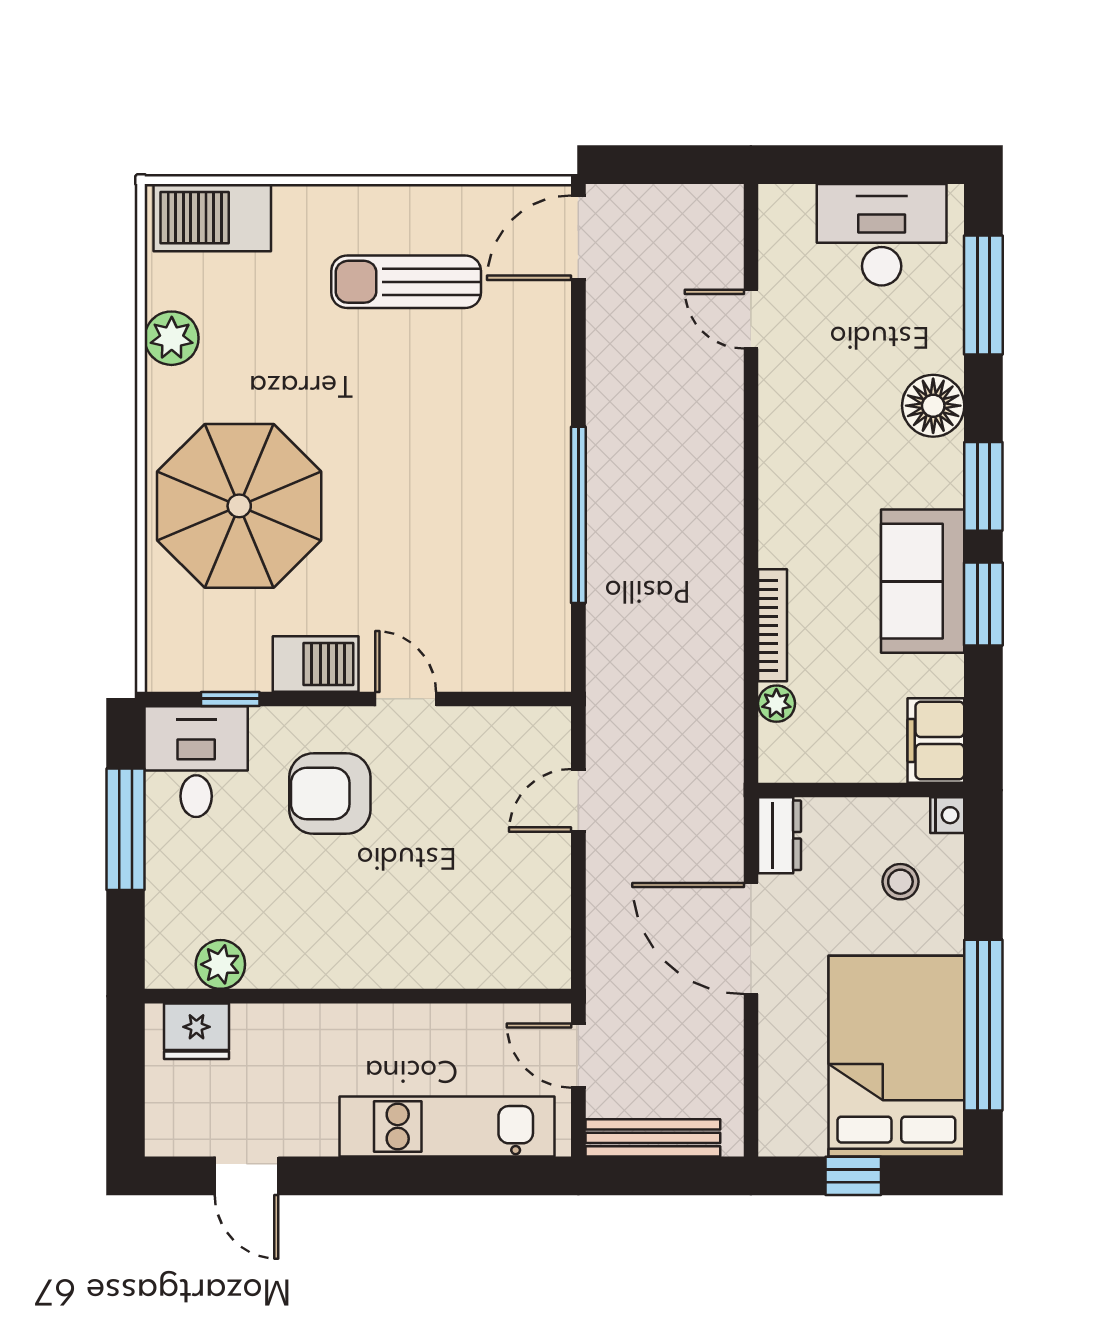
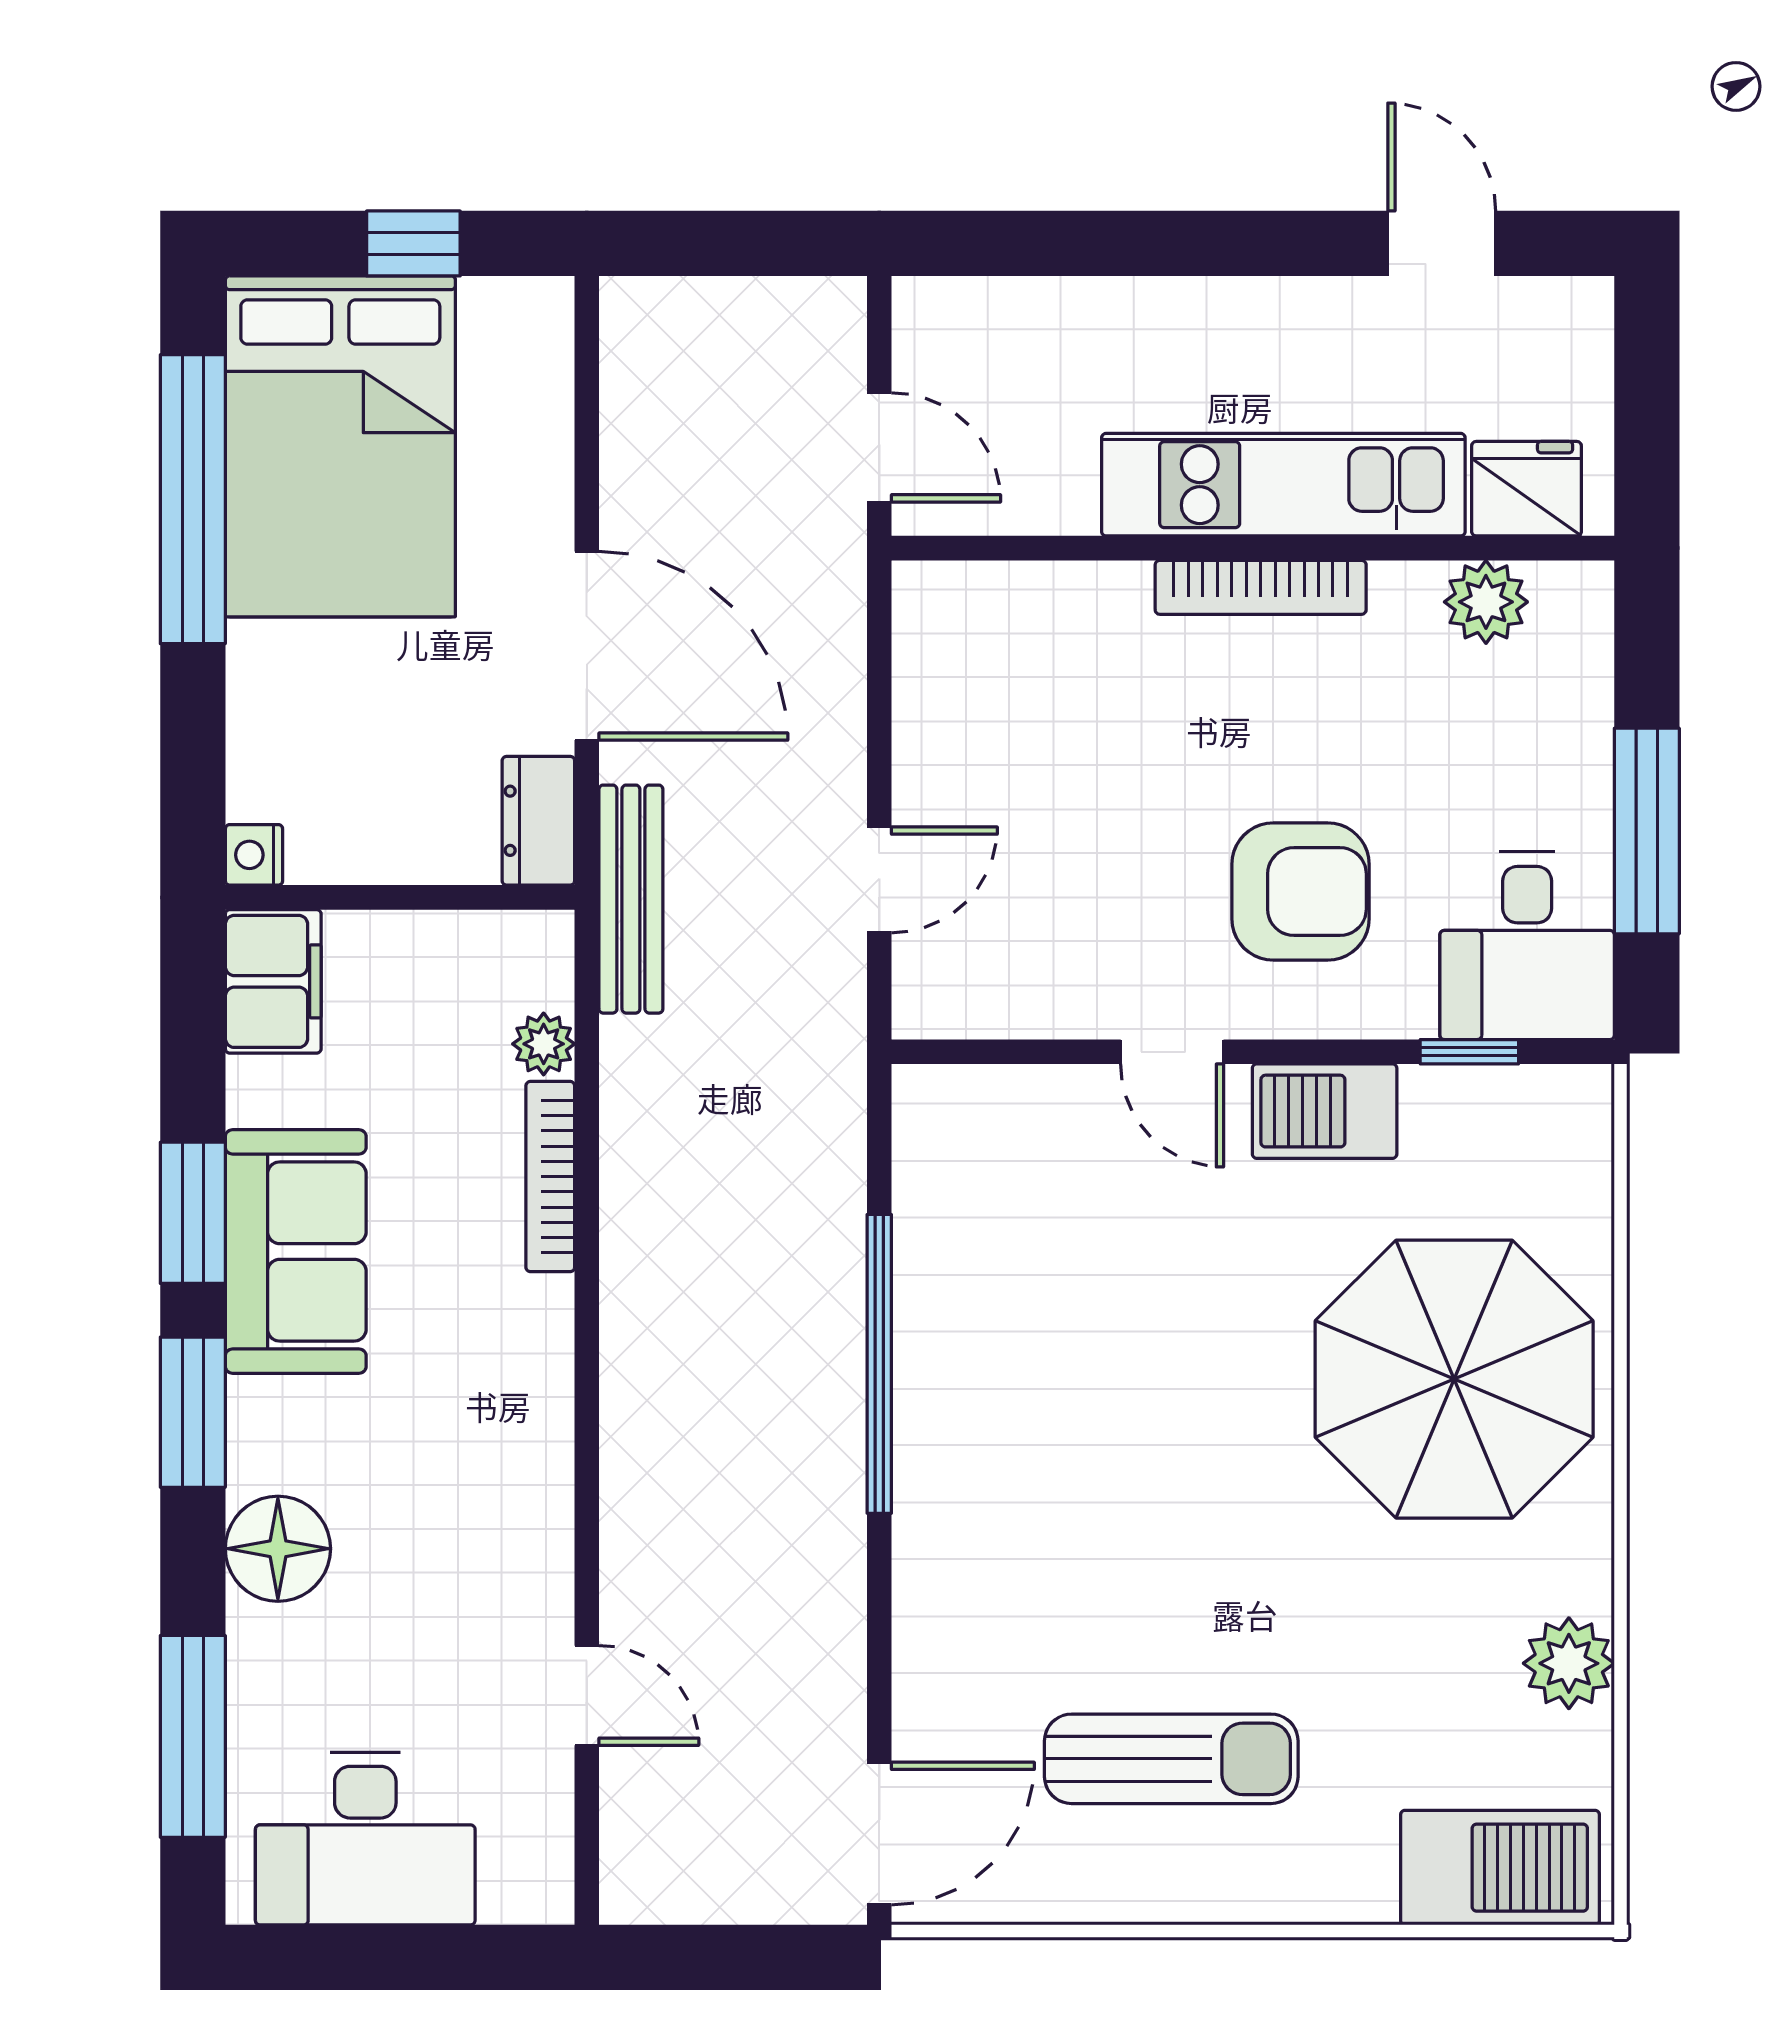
stool: (900, 882) -> (333, 742), removed
bookcase: (353, 973) -> (1261, 587), added
kitchen unit: (447, 1126) -> (1283, 485), moved, turned 180
bench: (653, 1138) -> (631, 899), moved, turned 90

